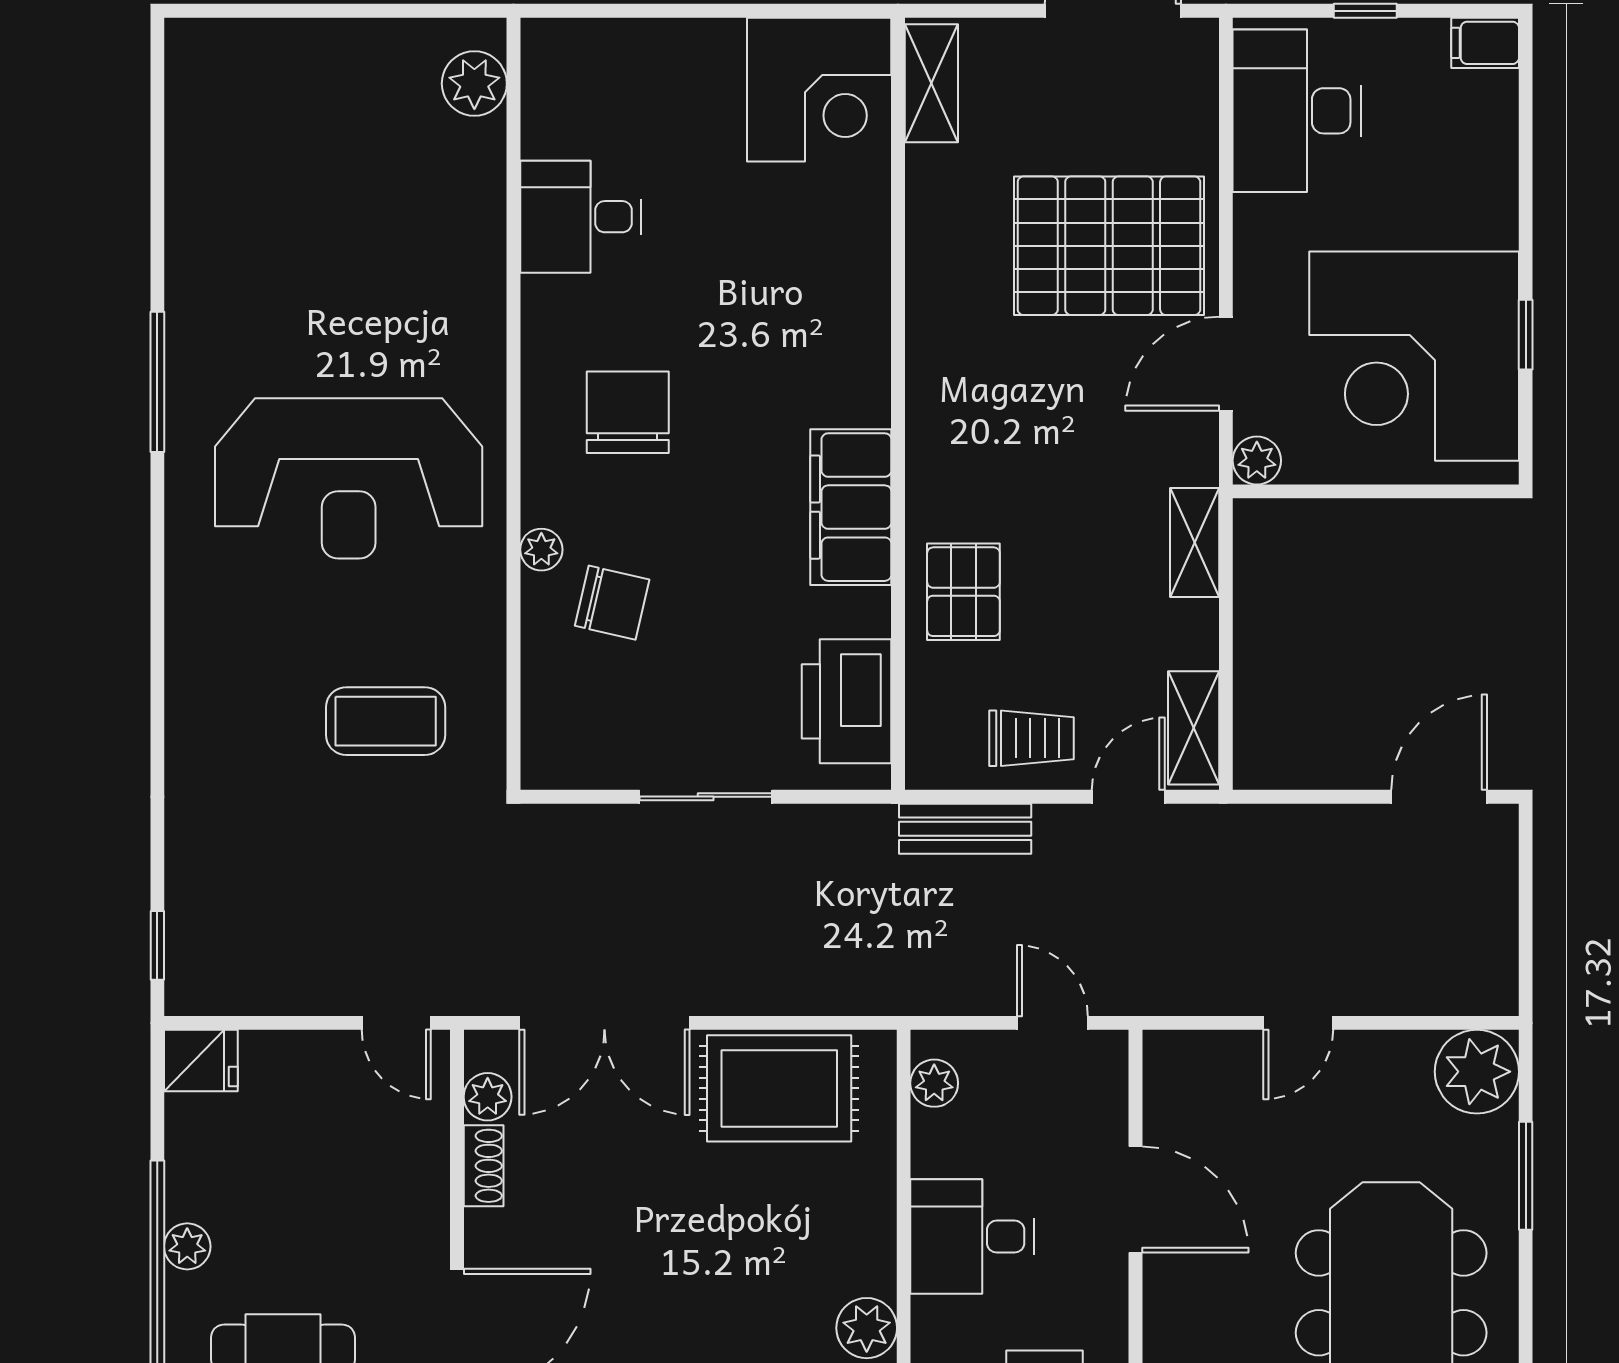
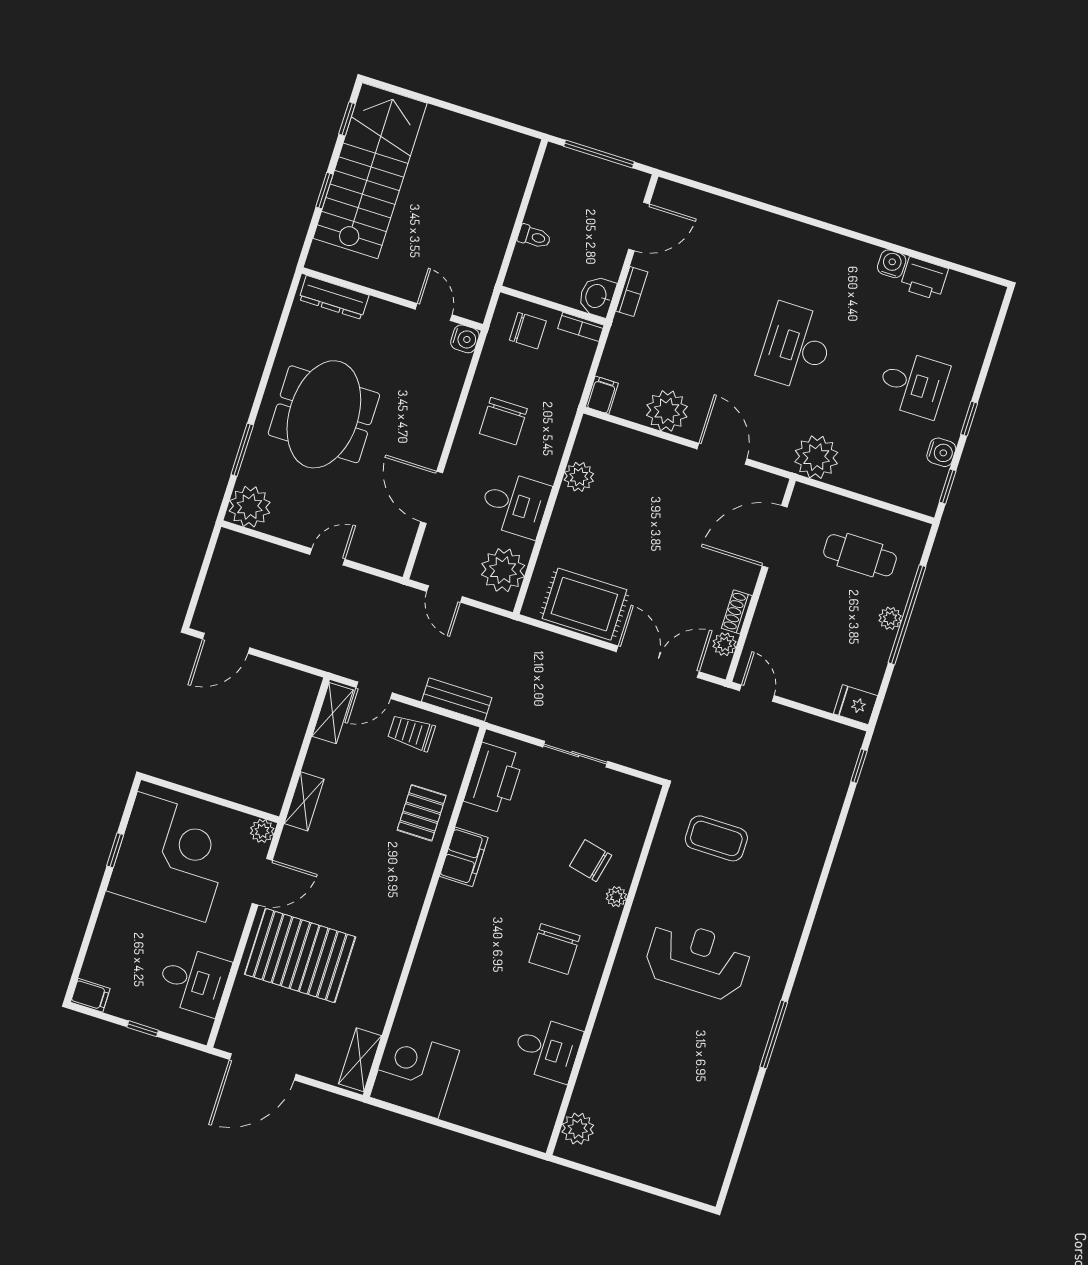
desk: (1297, 111) -> (194, 981), width x0.73
reception desk: (349, 478) -> (697, 960), width x0.74, depth x0.77
filing cabinet: (851, 507) -> (464, 857), width x0.67, depth x0.86
plant: (934, 1083) -> (503, 570), width x1.88, depth x1.88

